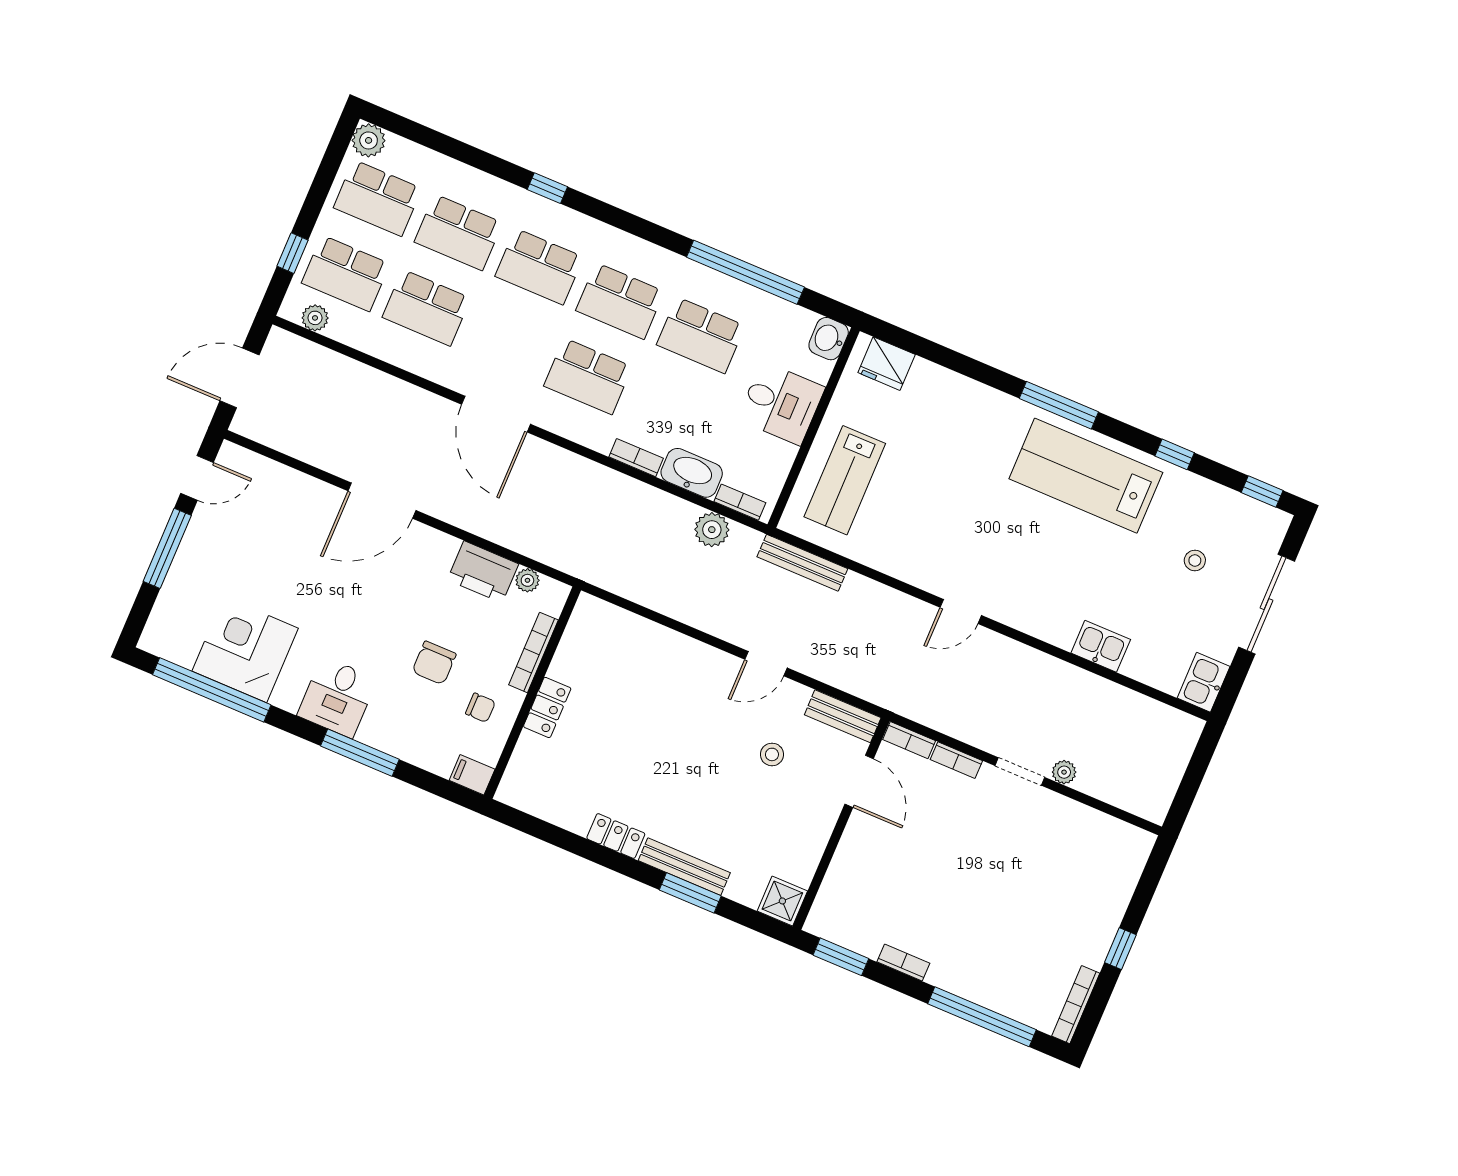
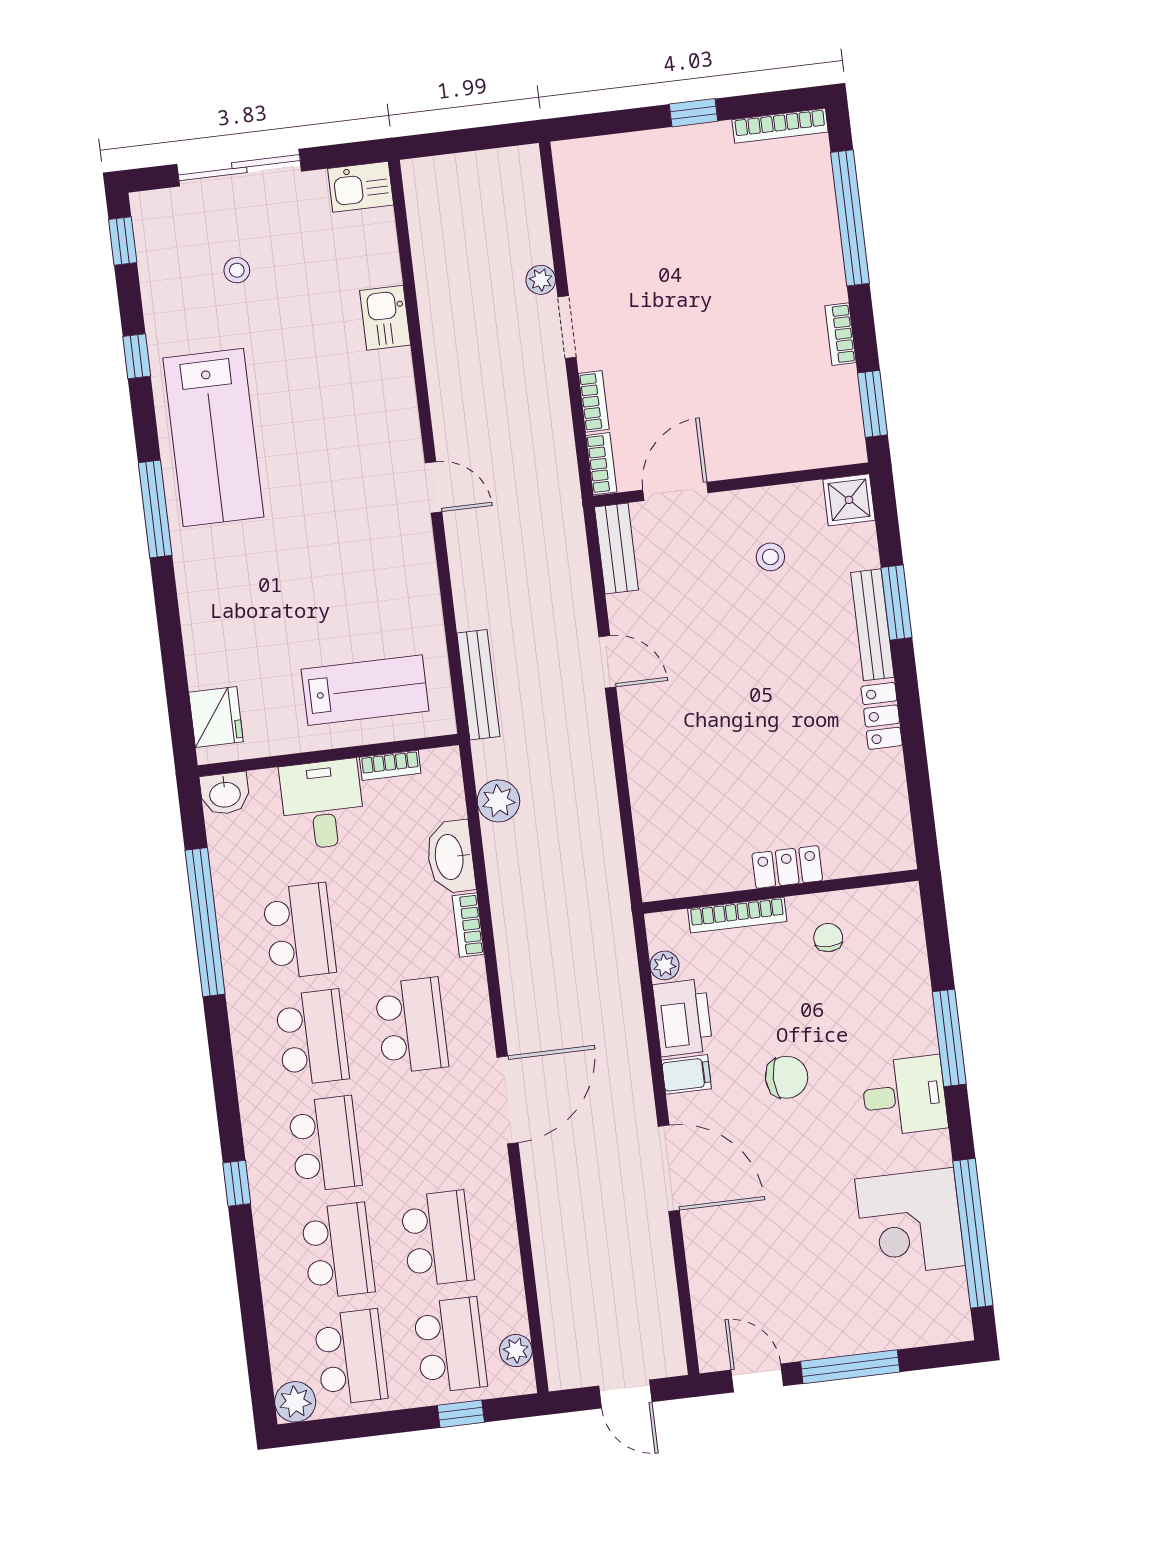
door: (240, 378) -> (625, 1394), width x0.73
bookcase: (740, 502) -> (390, 765), moved, turned -90
chair: (434, 663) -> (787, 1077), moved
stool: (772, 754) -> (770, 557), moved
filing cabinet: (472, 775) -> (686, 1074), moved, turned -90

